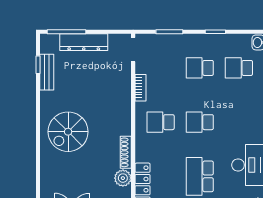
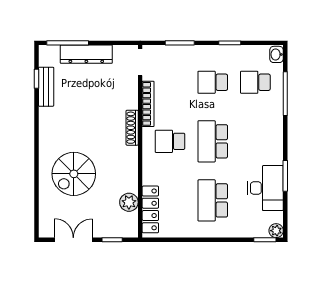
bookcase: (140, 88) -> (148, 104), width x1.56
school desk: (200, 122) -> (213, 141), width x1.85
spiral stairs: (68, 132) -> (74, 174), moved
shoe rack: (126, 152) -> (132, 128), moved

